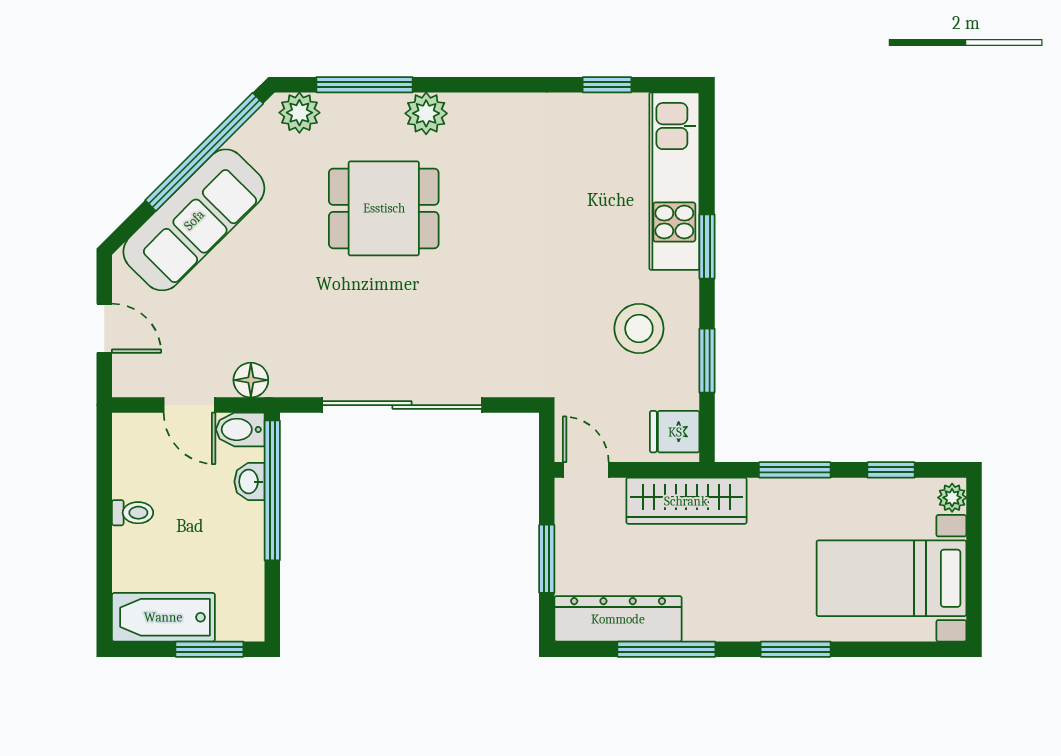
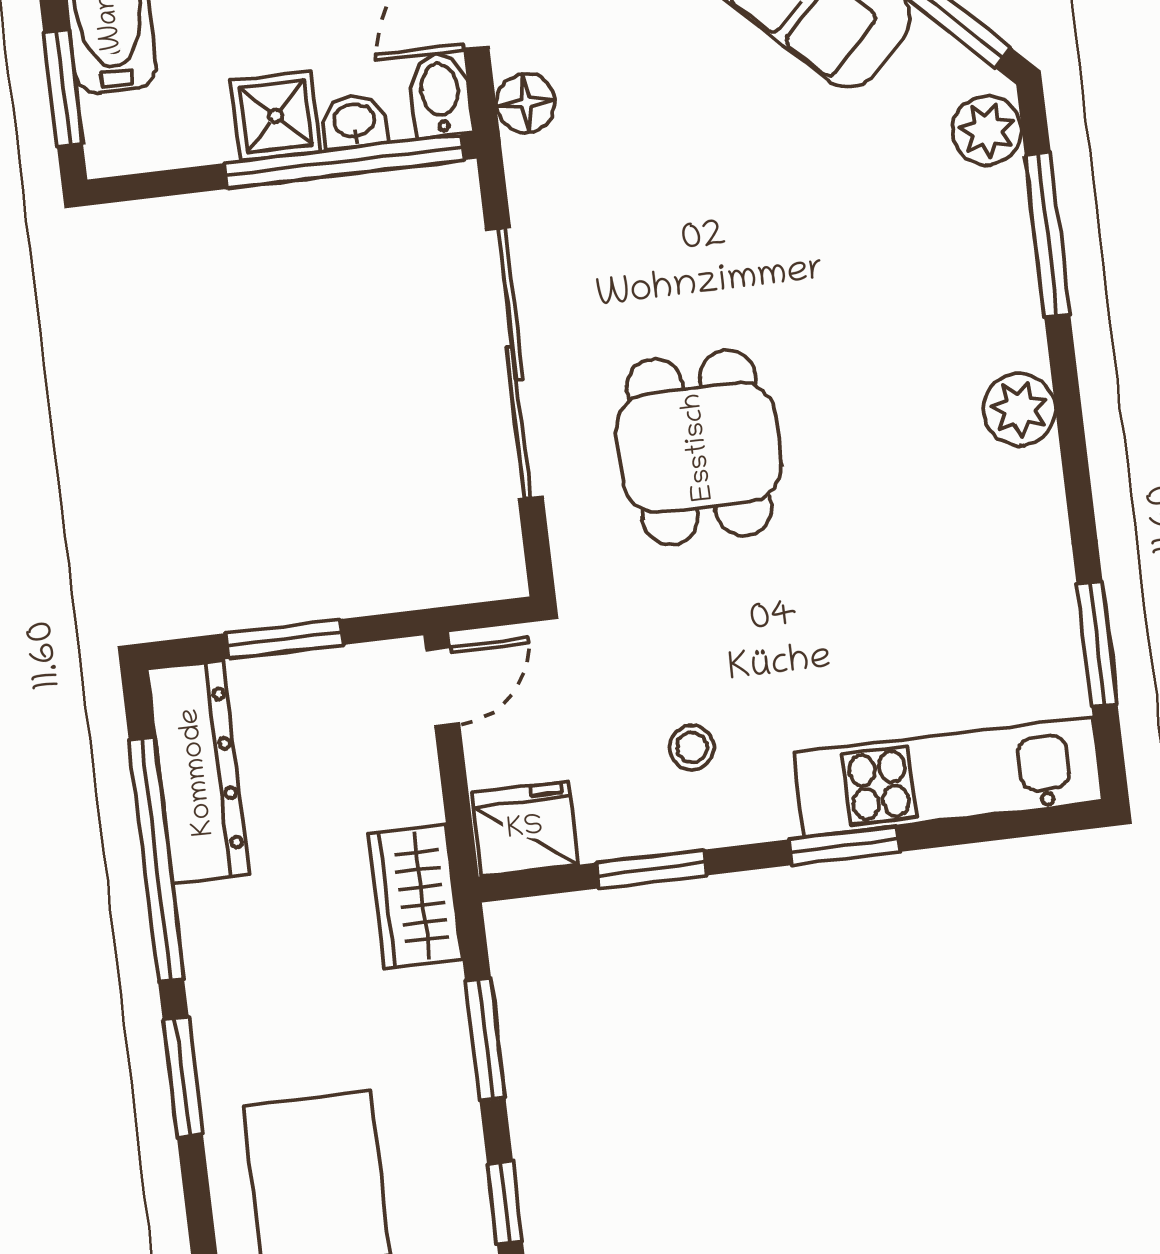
window: (607, 85) -> (1097, 644), width x1.50
plant: (426, 113) -> (1019, 409), moved
dining table: (384, 208) -> (699, 447), moved
stool: (639, 329) -> (692, 747), width x0.53, depth x0.53
fridge: (675, 432) -> (525, 829), width x1.38
wardrobe: (686, 501) -> (415, 897), width x0.67
shower: (241, 527) -> (276, 116), added
window: (666, 649) -> (156, 859), width x1.46

